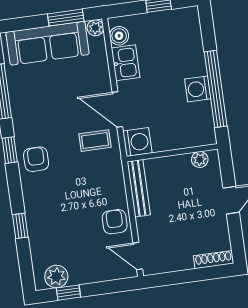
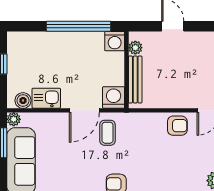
washing machine: (198, 89) -> (115, 41), moved
bench: (139, 188) -> (135, 79), moved, turned 90
armchair: (115, 222) -> (177, 126), turned 180

